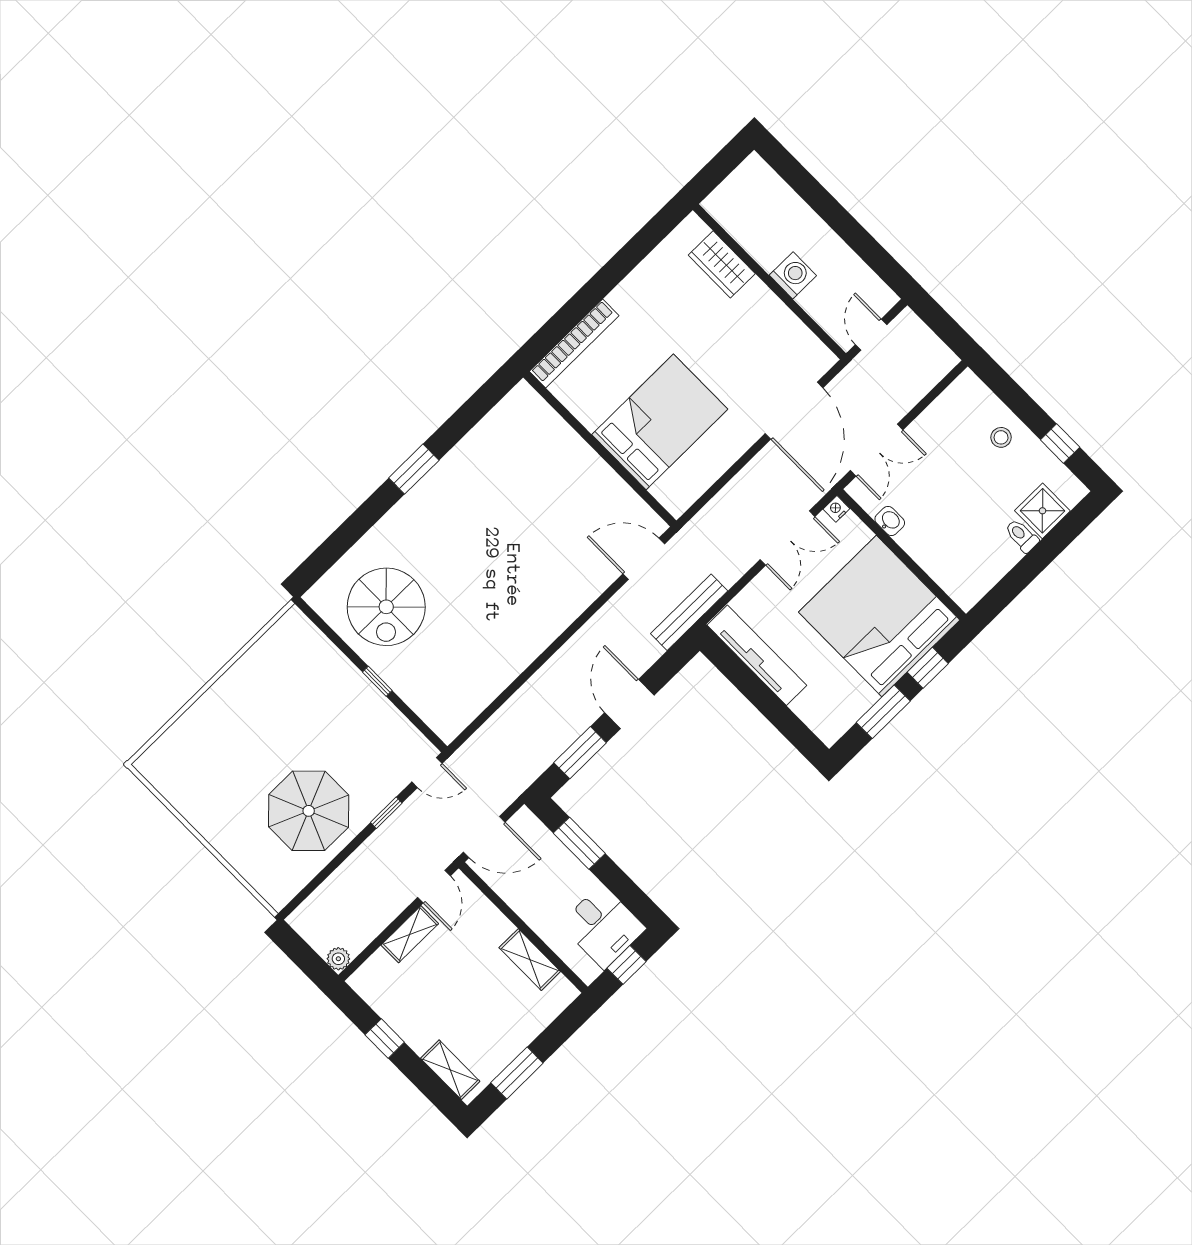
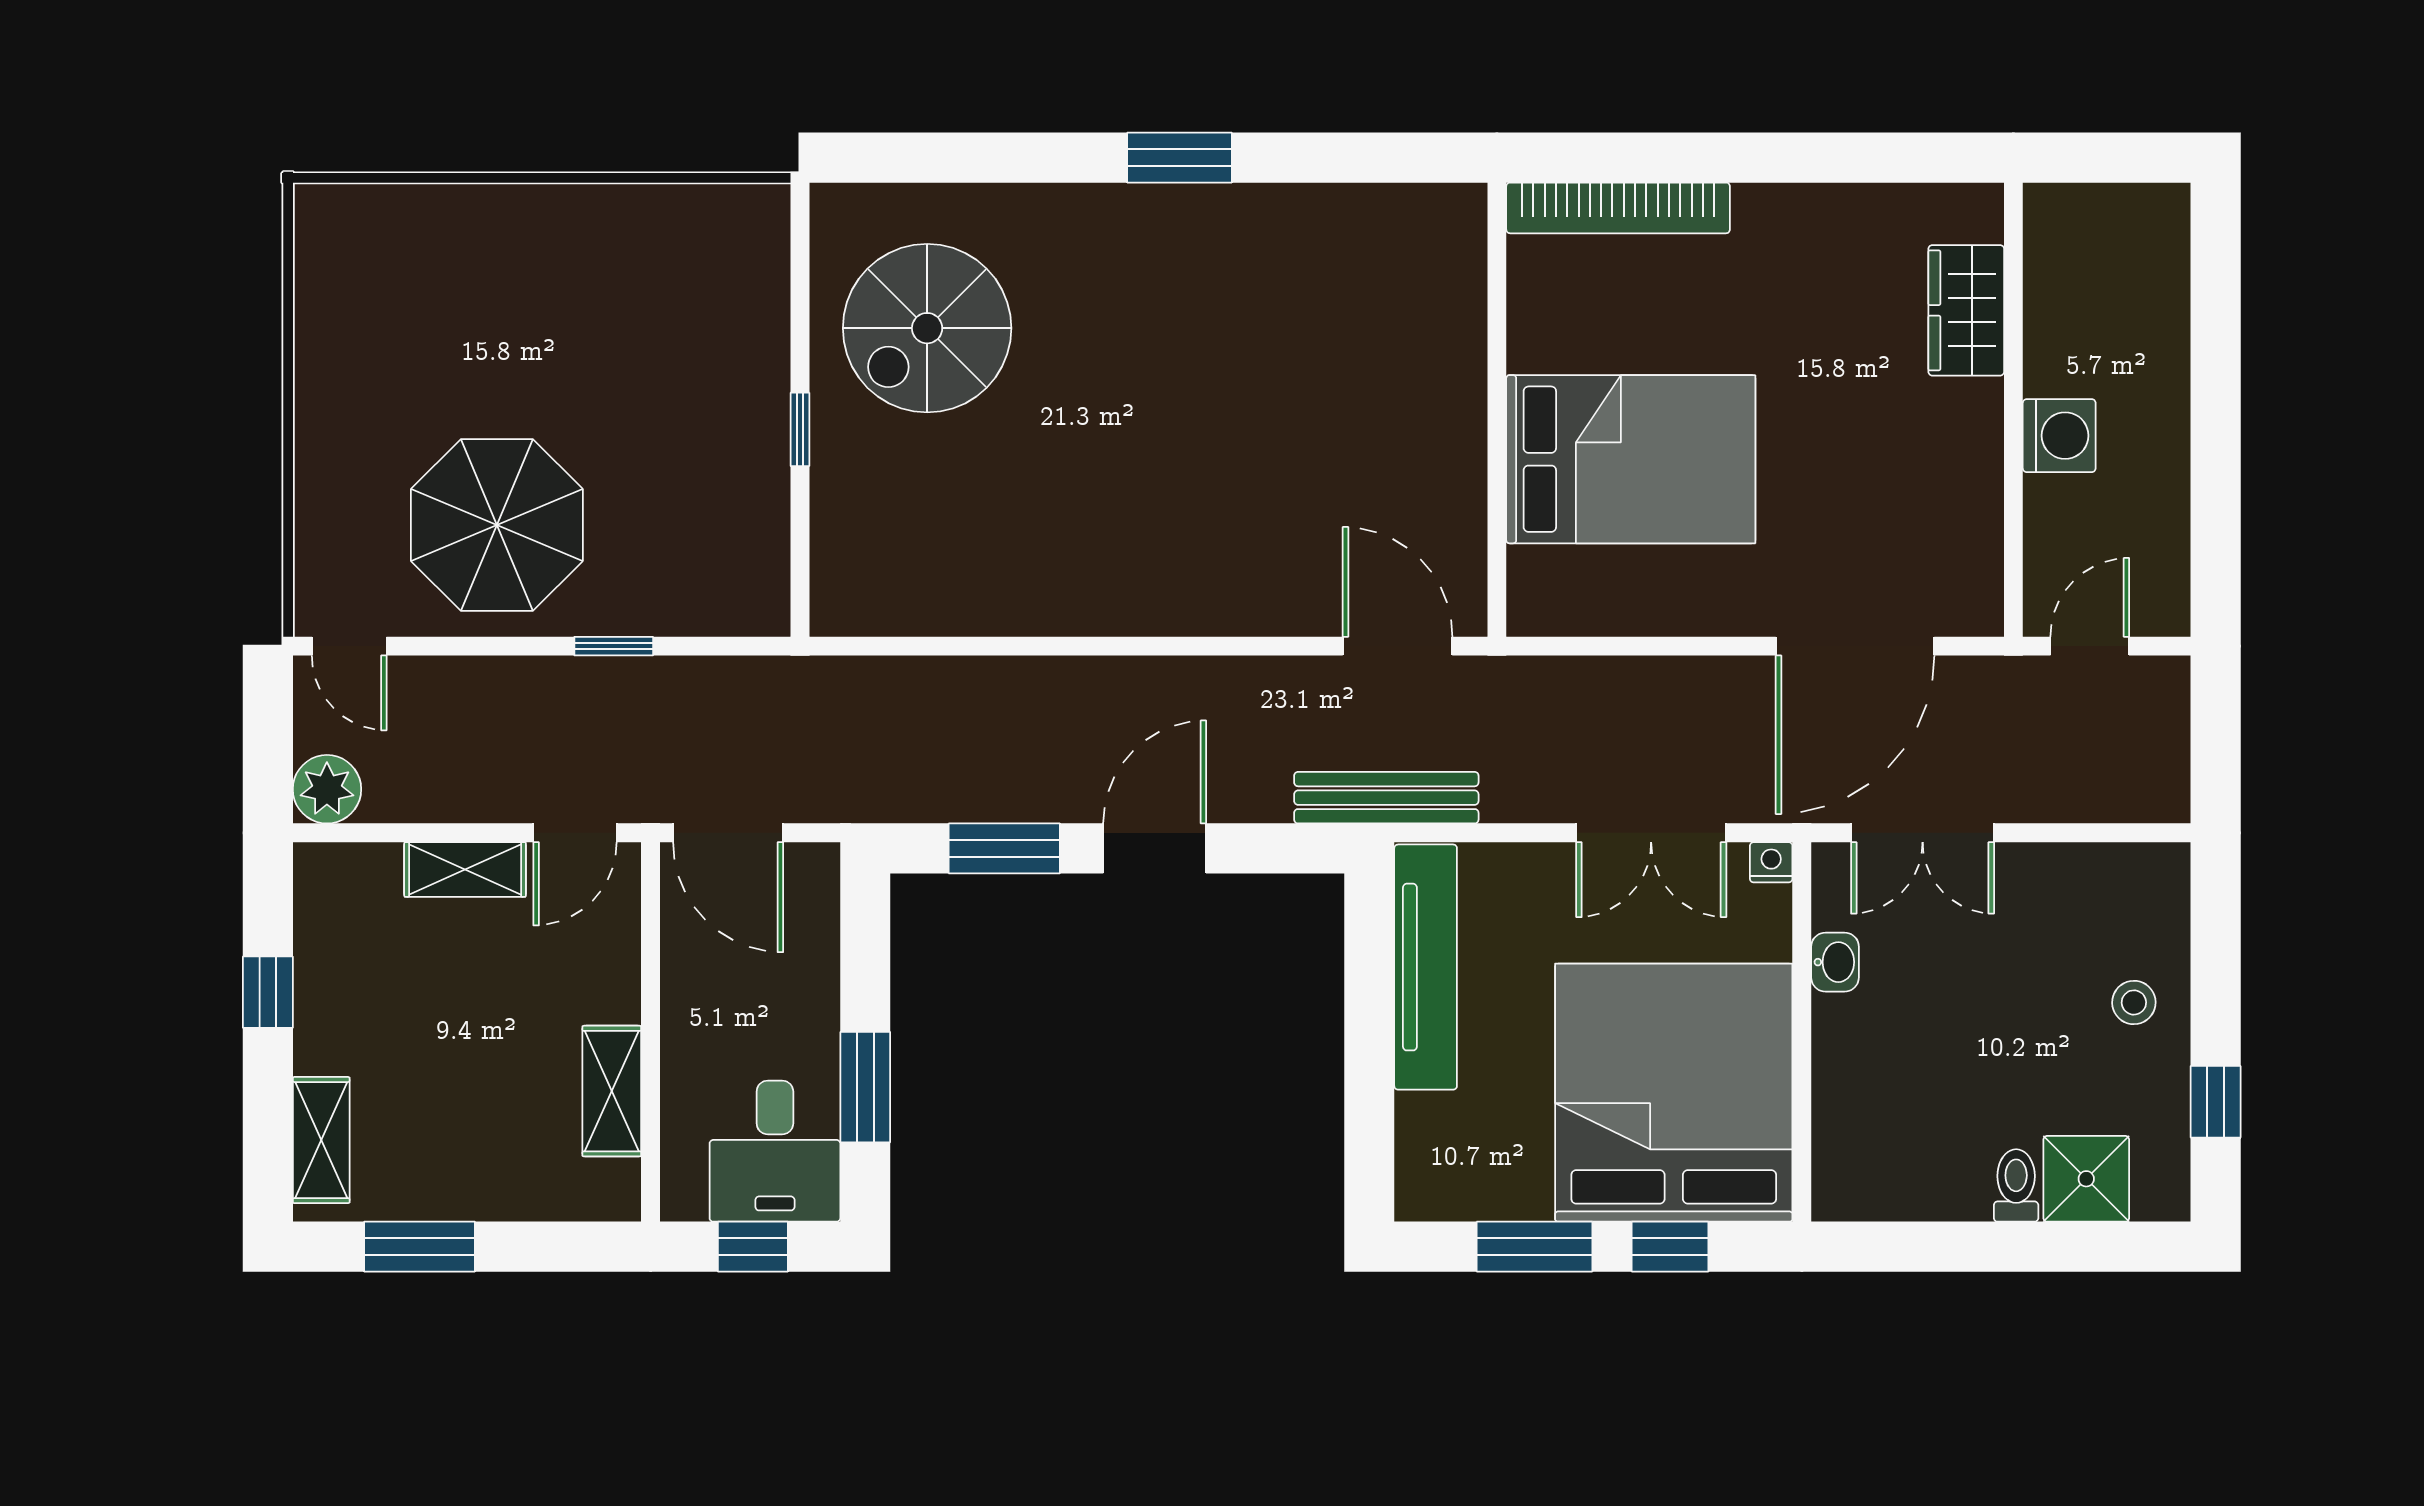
door: (427, 773) -> (349, 646), moved
window: (579, 843) -> (865, 1087), moved
plant: (338, 959) -> (327, 789), width x1.38, depth x1.38

